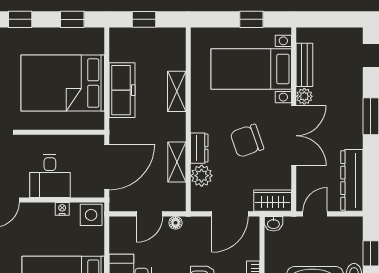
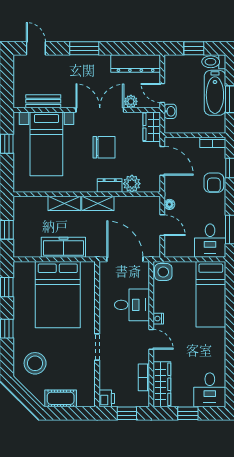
plant: (304, 96) -> (131, 101), moved
chair: (247, 141) -> (104, 147), turned -71
shelving: (177, 162) -> (98, 203), moved
nightstand: (62, 209) -> (158, 319), moved
washbasin: (273, 224) -> (170, 111), moved

